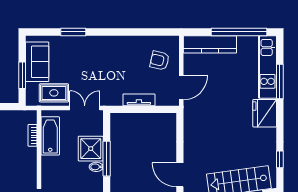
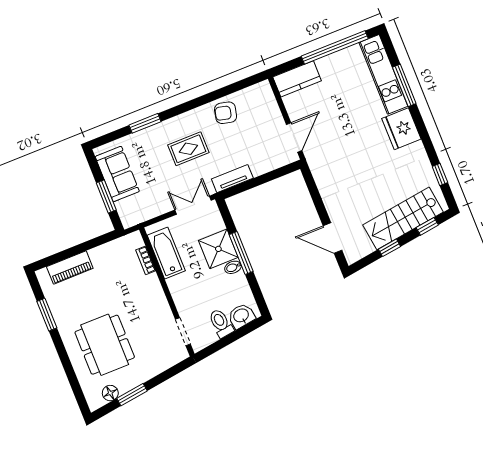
kitchen counter: (210, 44) -> (297, 79), width x0.67
armchair: (160, 61) -> (226, 113), moved
rug: (54, 93) -> (188, 149), moved
tv unit: (139, 100) -> (232, 179), moved

